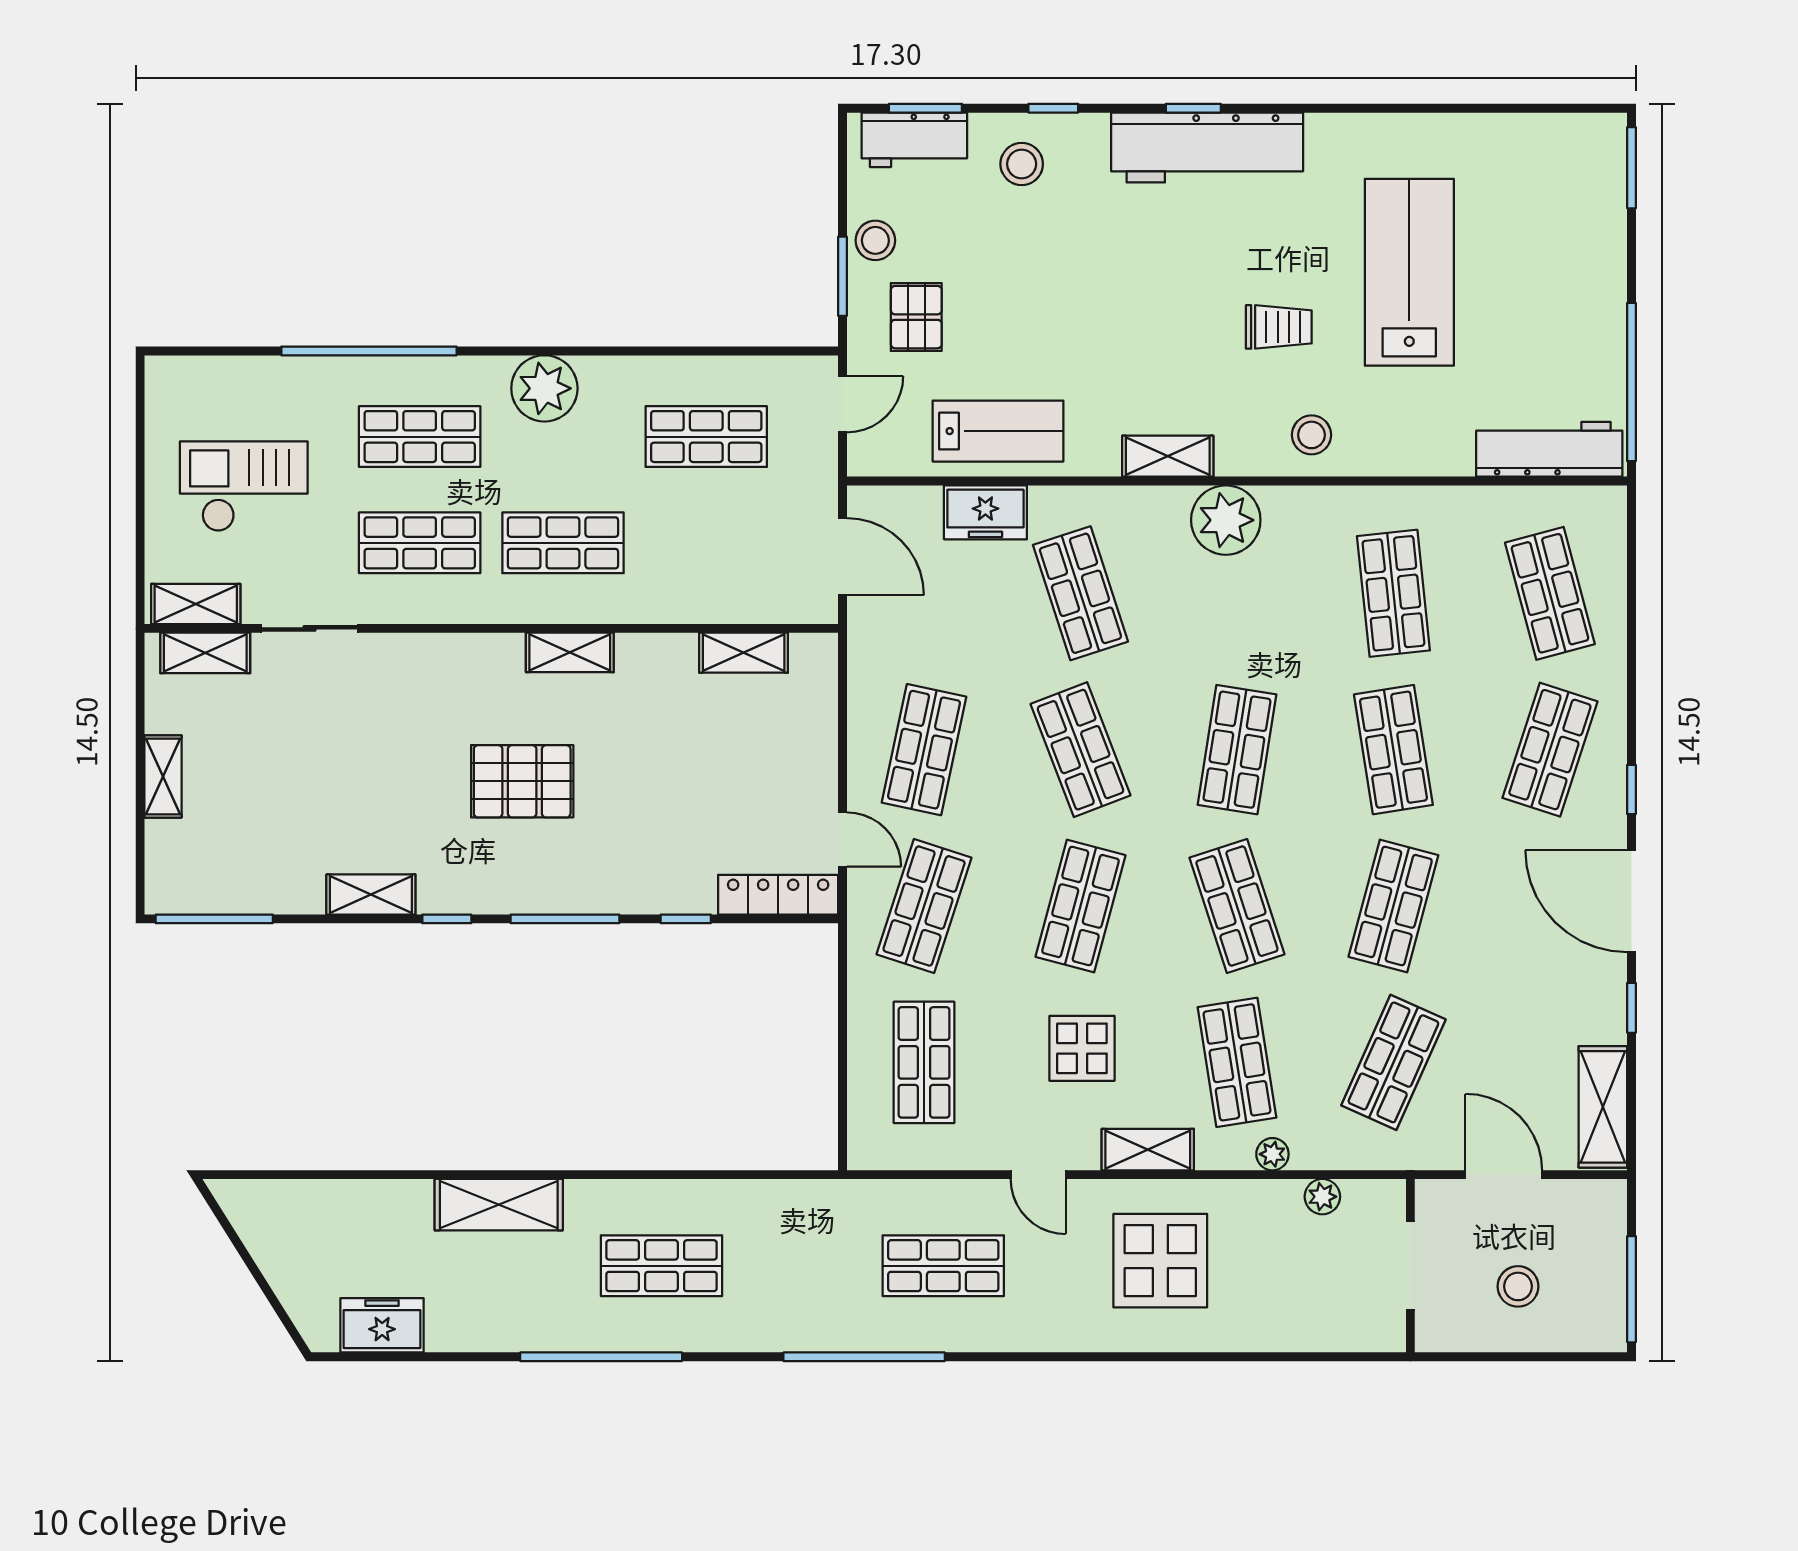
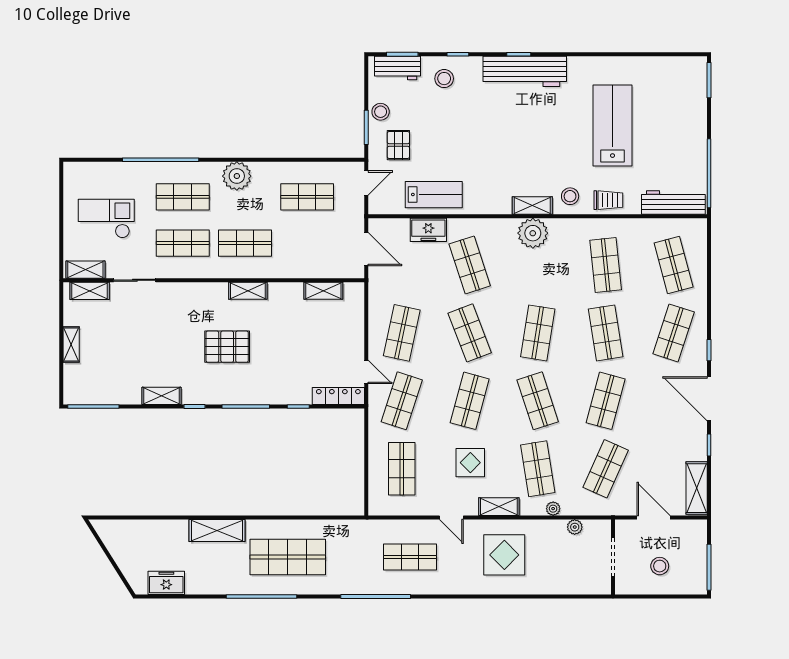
trolley: (1279, 327) -> (608, 200), moved
shelving: (1168, 456) -> (532, 205), moved
shop shelf: (661, 1266) -> (288, 557), width x1.43, depth x1.36

